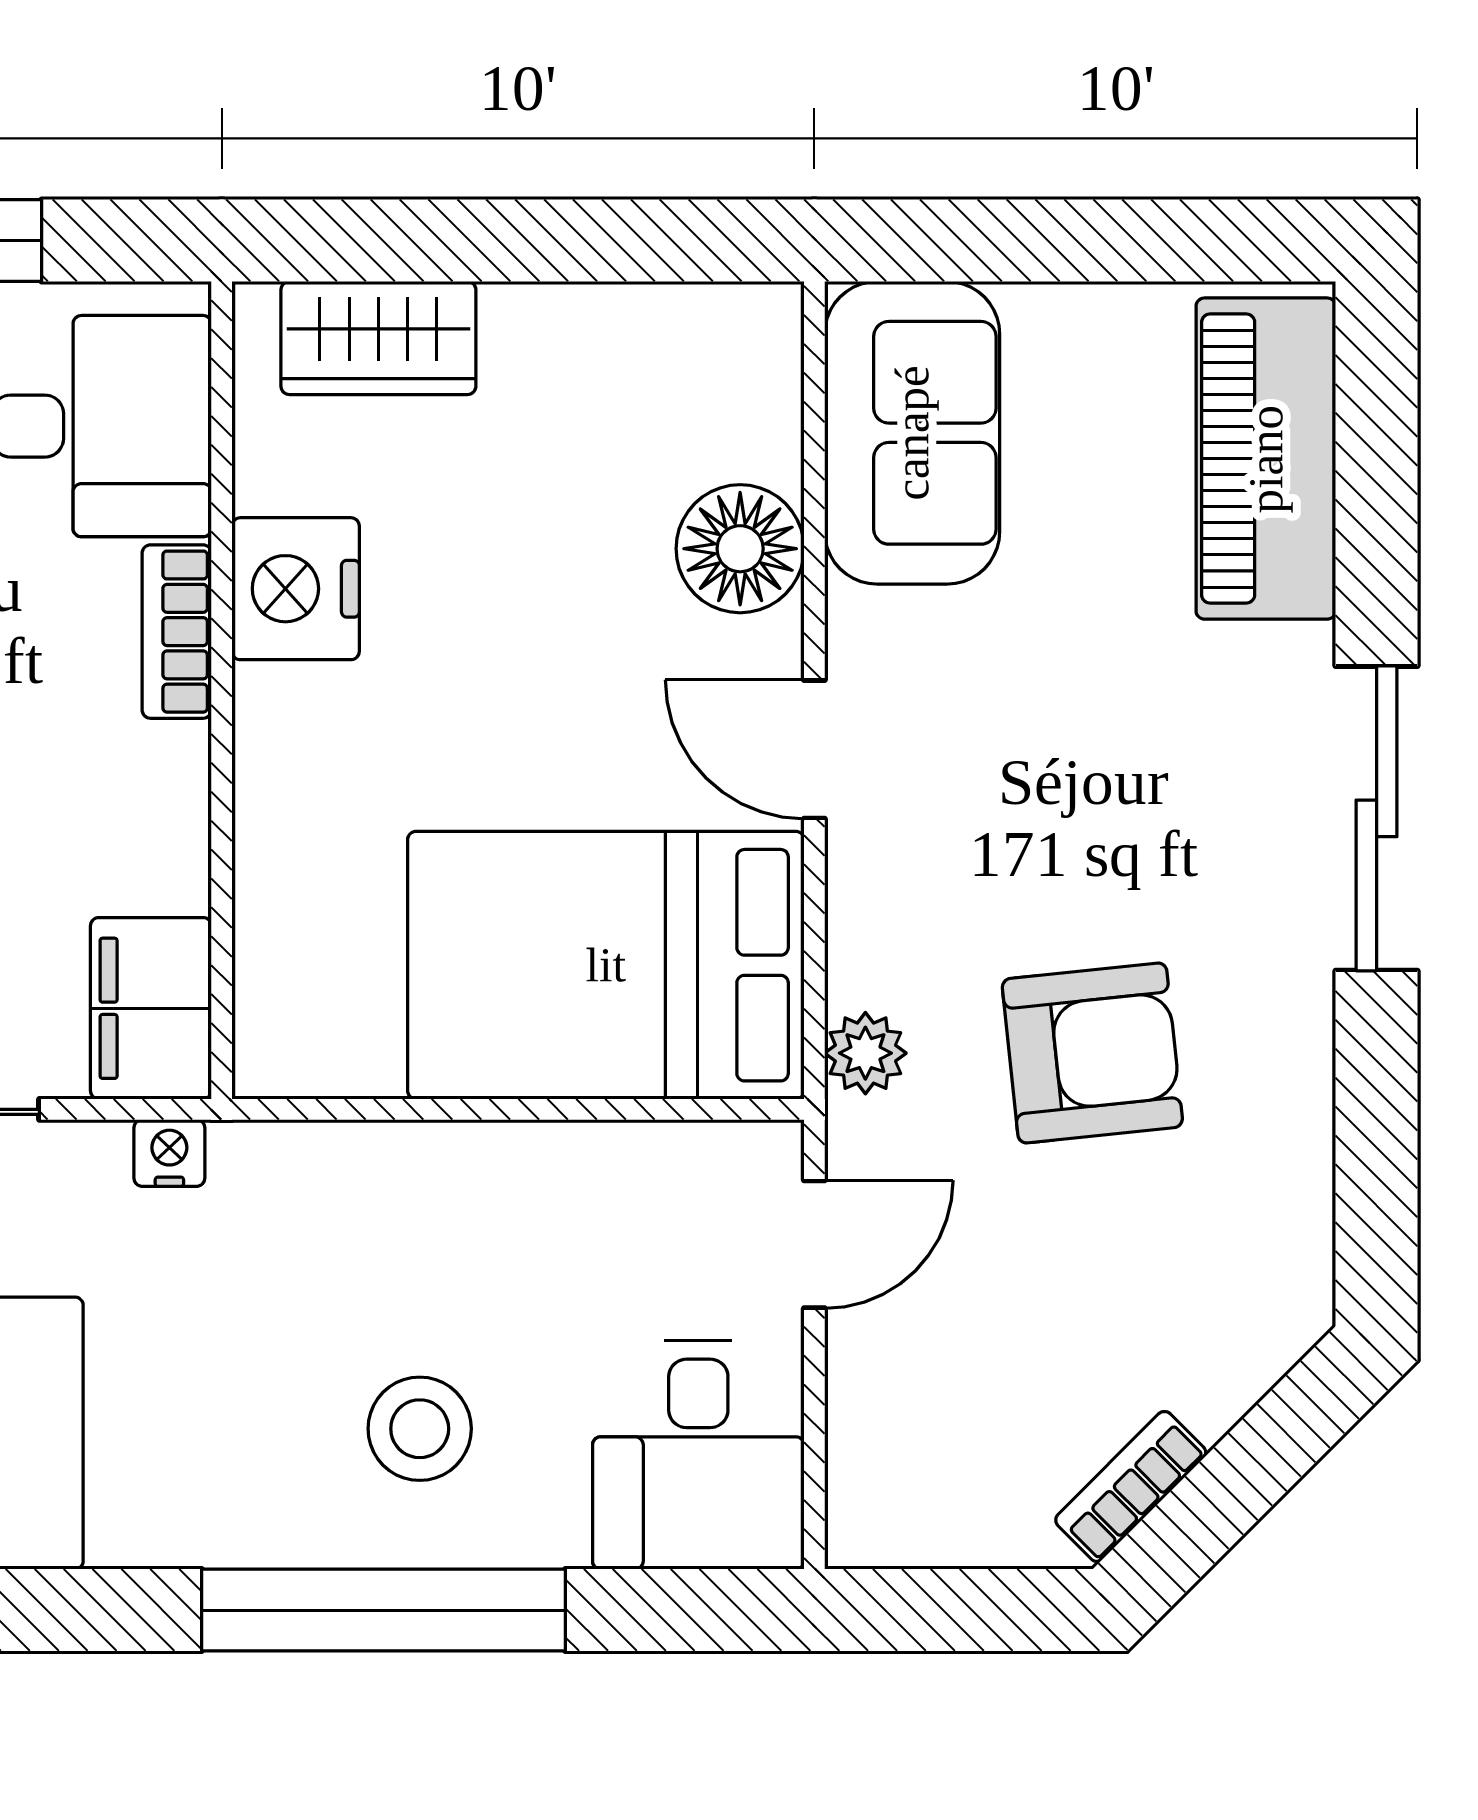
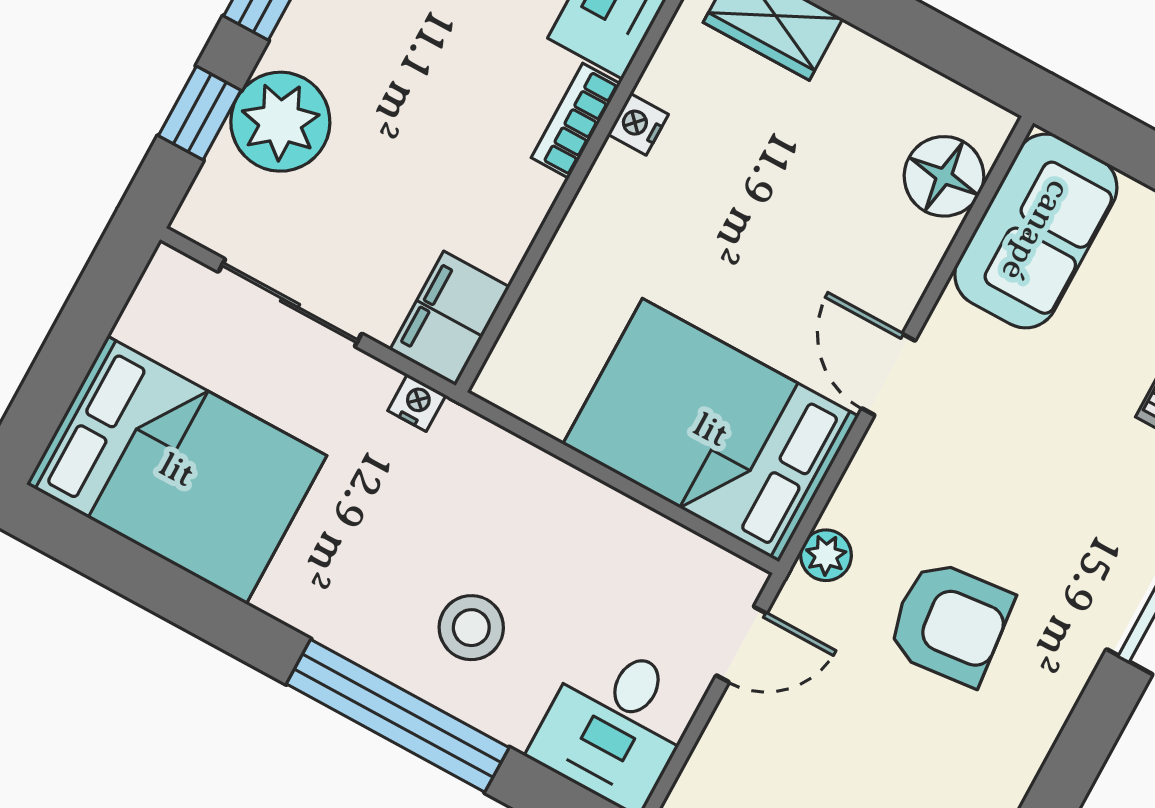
floor lamp: (740, 549) -> (944, 176), moved
nightstand: (296, 589) -> (638, 124), width x0.53, depth x0.56

